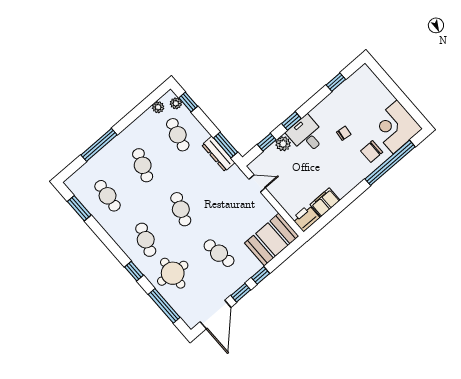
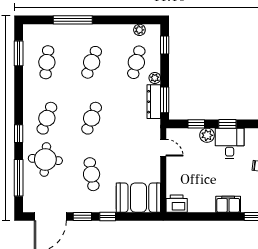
plant: (176, 103) -> (155, 78), moved
filing cabinet: (325, 202) -> (228, 204), moved

